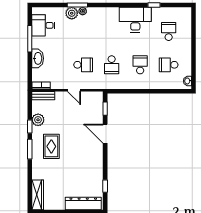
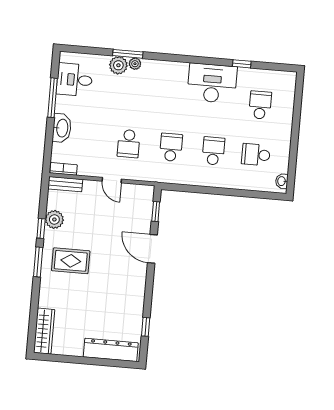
school desk: (83, 65) -> (129, 144), turned 90
school desk: (112, 65) -> (171, 147), turned 180
rug: (51, 146) -> (71, 261), turned 90

